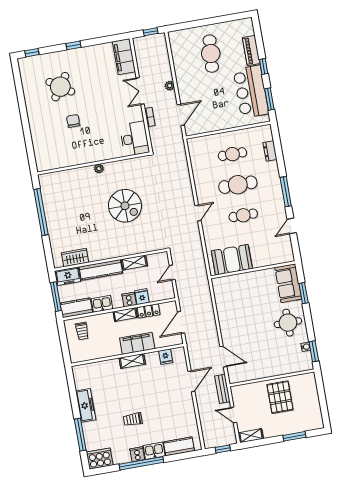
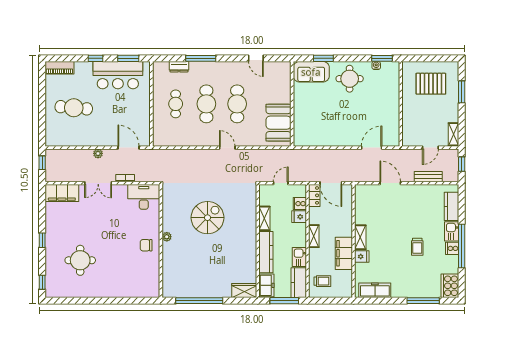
piano: (251, 50) -> (59, 68), moved
round table: (60, 87) -> (80, 260), turned -34
chair: (73, 121) -> (146, 245), moved
window: (286, 192) -> (201, 58), moved
cafe table: (243, 215) -> (237, 104), width x1.37, depth x1.35
wardrobe: (75, 258) -> (244, 291), moved, turned 90
door: (172, 273) -> (281, 183), swing flipped
cooker: (129, 300) -> (300, 204), moved
locker: (149, 311) -> (314, 195), moved
filing cabinet: (137, 343) -> (344, 253), moved
fridge: (166, 357) -> (362, 256), moved
bench: (222, 389) -> (428, 177), moved
pallet: (280, 397) -> (431, 84), moved
freezer: (86, 405) -> (375, 290), moved

